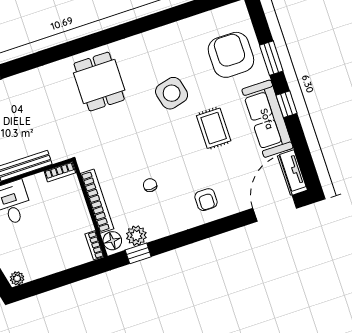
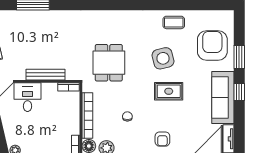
coffee table: (170, 41) -> (174, 22), added
dining table: (99, 82) -> (109, 63), moved
rug: (214, 128) -> (169, 91), moved, turned 90

